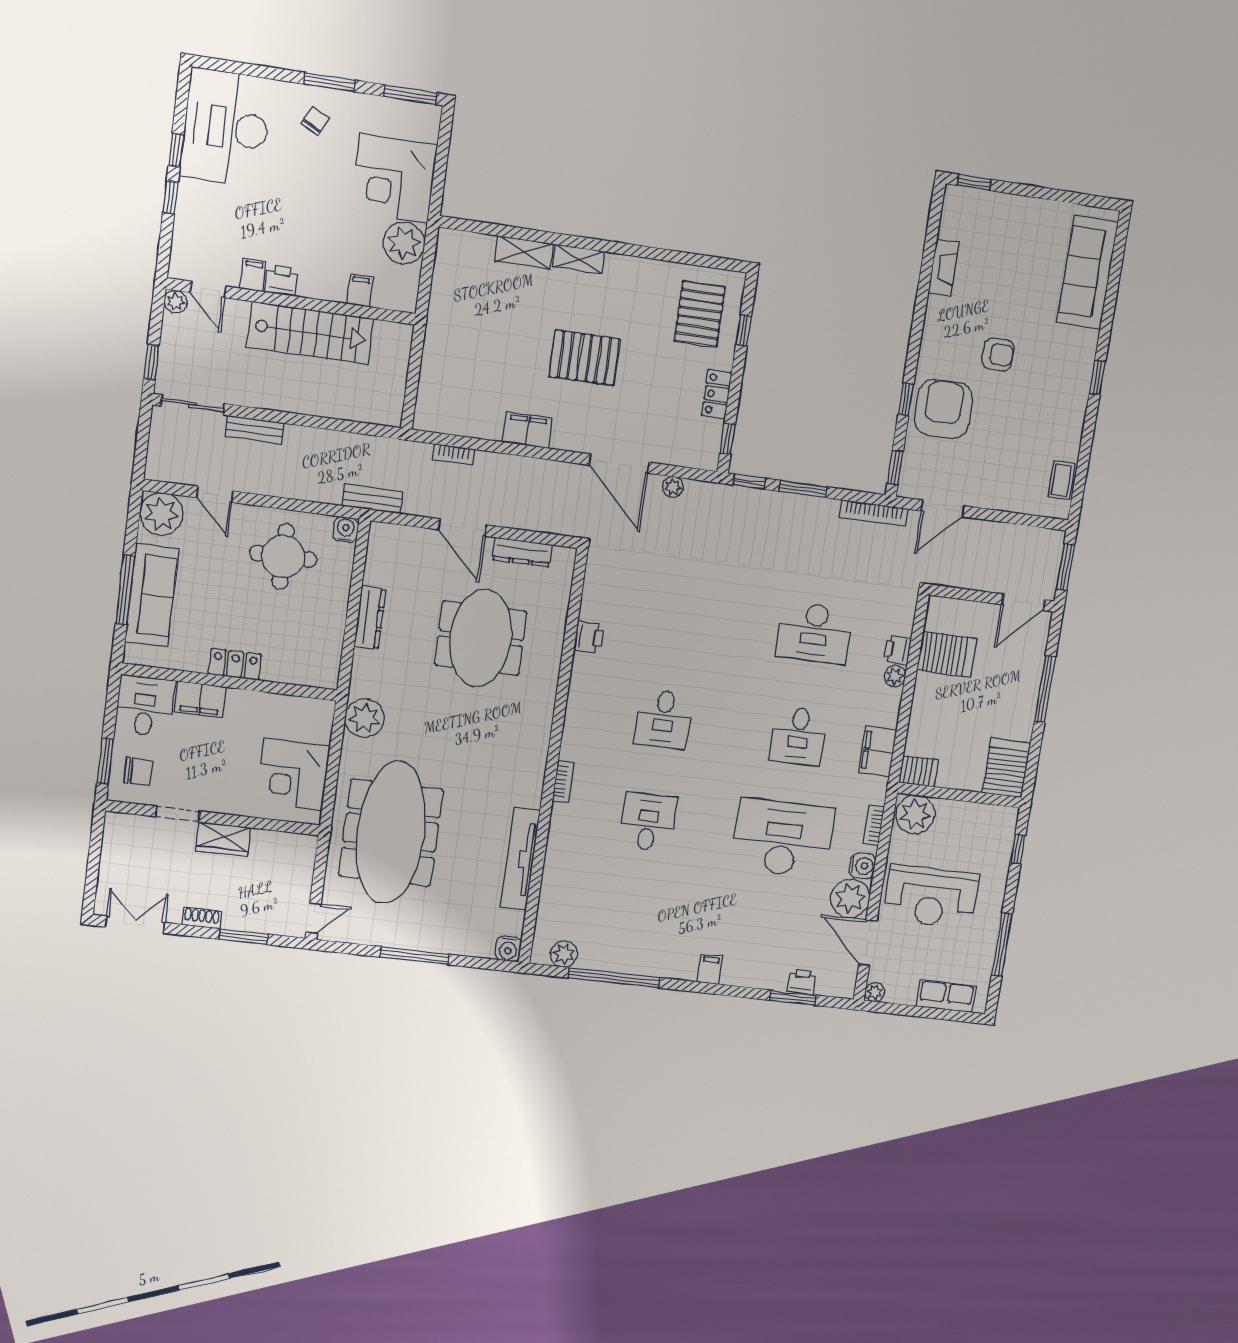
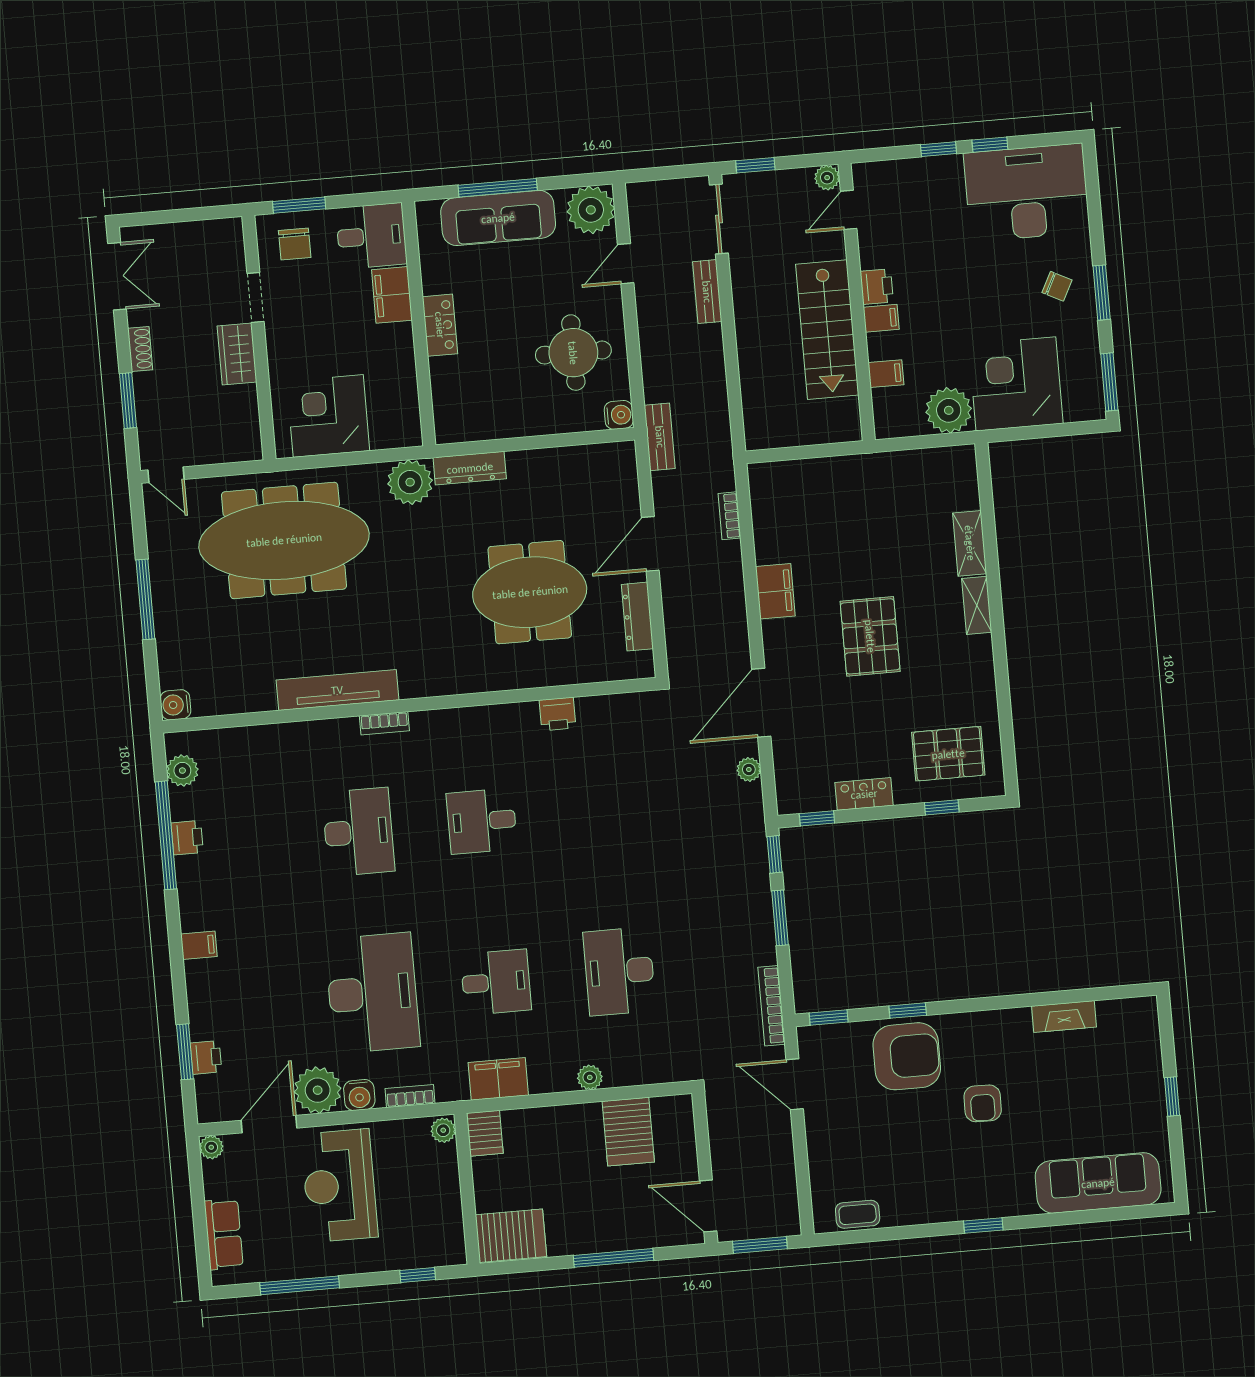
window: (974, 182) -> (1172, 1097), moved
filing cabinet: (253, 275) -> (881, 318), moved
dresser: (370, 618) -> (470, 468), moved
printer: (897, 650) -> (187, 838), moved, turned 90
desk: (798, 736) -> (496, 982), turned 180
plant: (915, 814) -> (443, 1130), width x0.53, depth x0.53
desk: (648, 822) -> (358, 832), width x1.37
tv unit: (520, 859) -> (337, 690), moved

